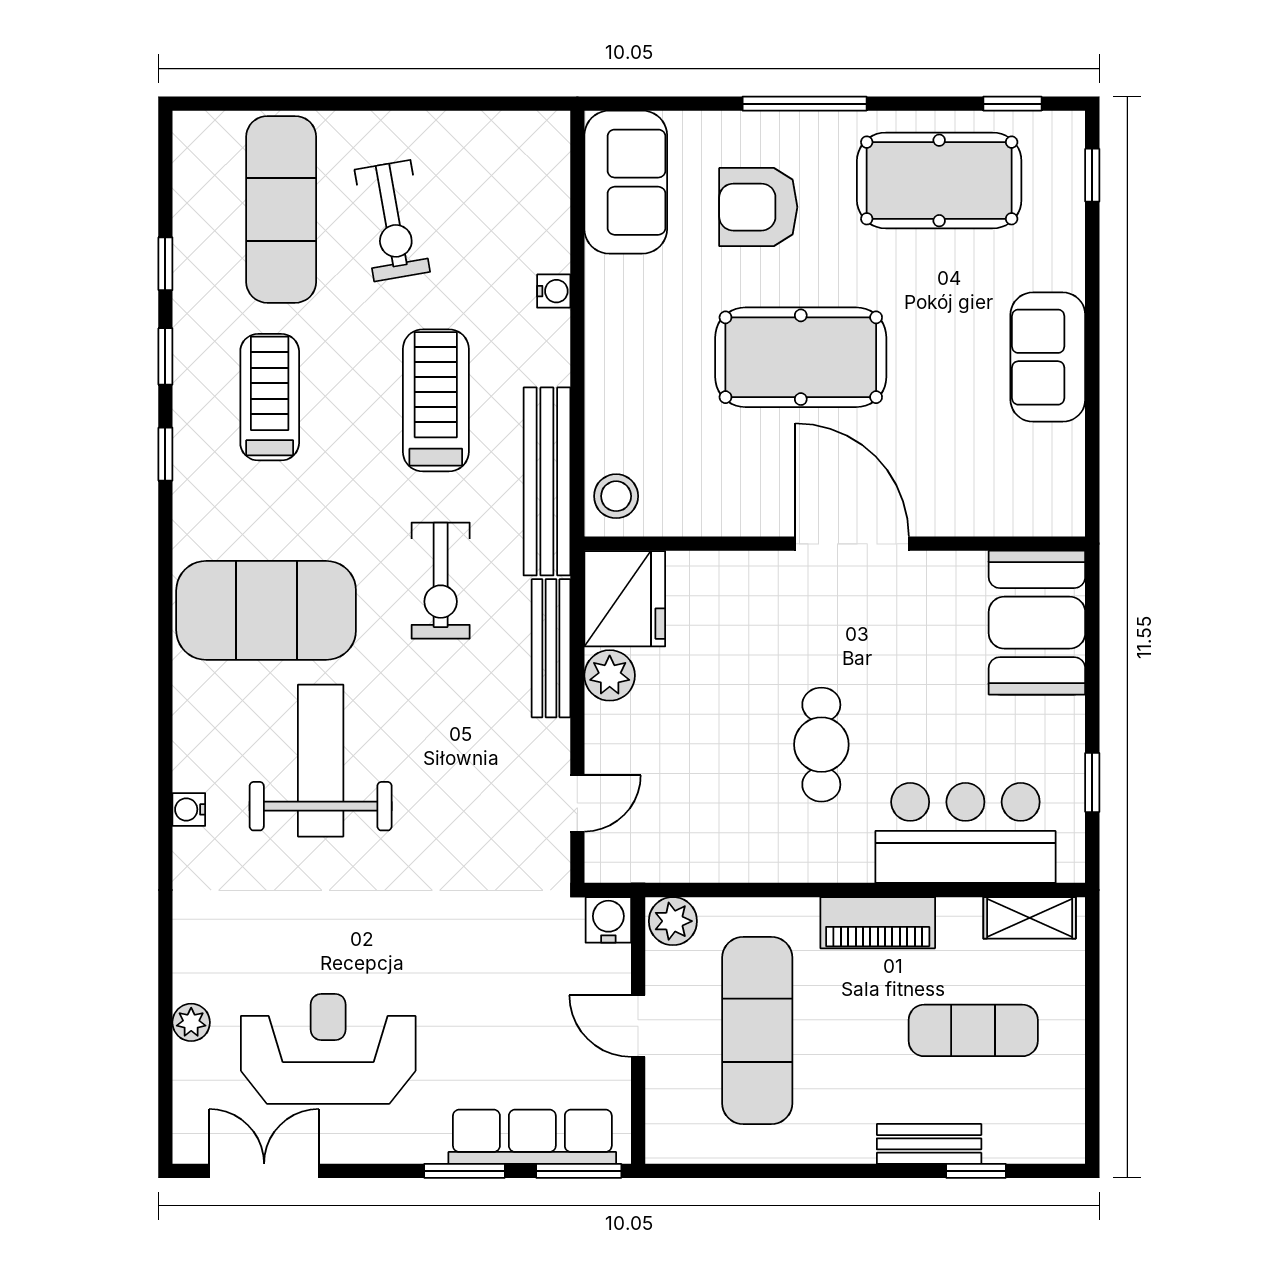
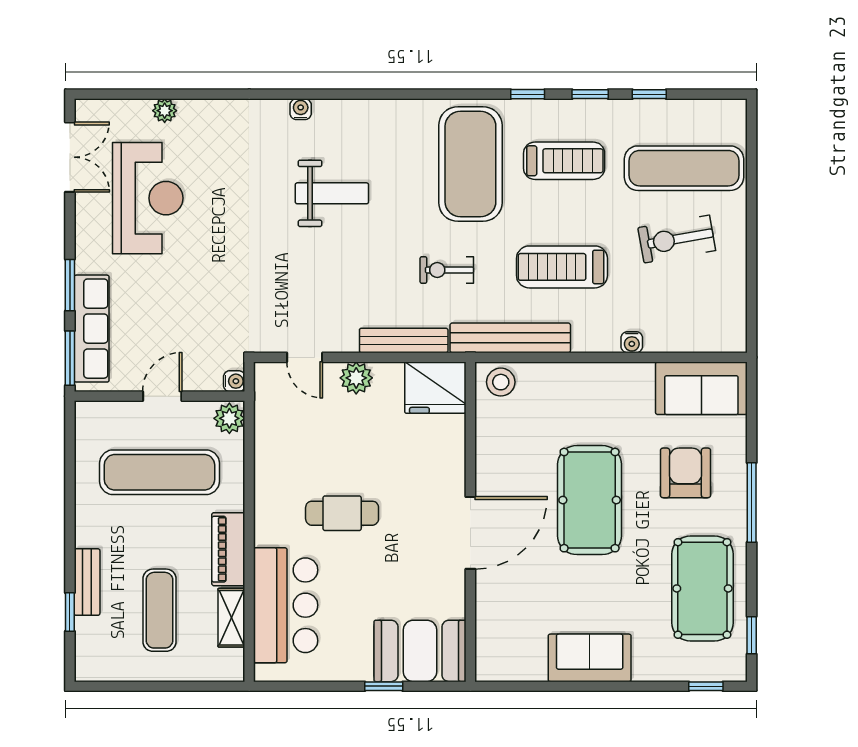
treadmill: (436, 400) -> (562, 267), turned 180
exercise bike: (441, 581) -> (447, 270), width x0.73, depth x0.72
exercise mat: (266, 610) -> (470, 164), moved
plant: (610, 675) -> (356, 378), moved
weight bench: (321, 761) -> (332, 193), width x0.73, depth x0.75
window: (1092, 782) -> (384, 686), moved
shelving: (1030, 918) -> (231, 618), moved
water cooler: (608, 920) -> (234, 381), width x0.72, depth x0.72

